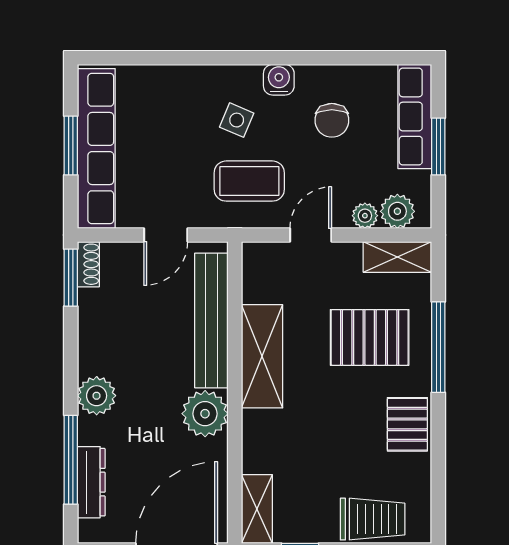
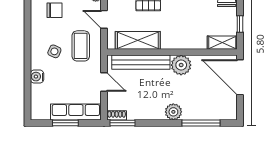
water cooler: (279, 80) -> (37, 77), moved
row of seats: (96, 148) -> (76, 112), width x0.73
shelving: (262, 356) -> (138, 40), moved
dresser: (91, 482) -> (211, 114), removed

